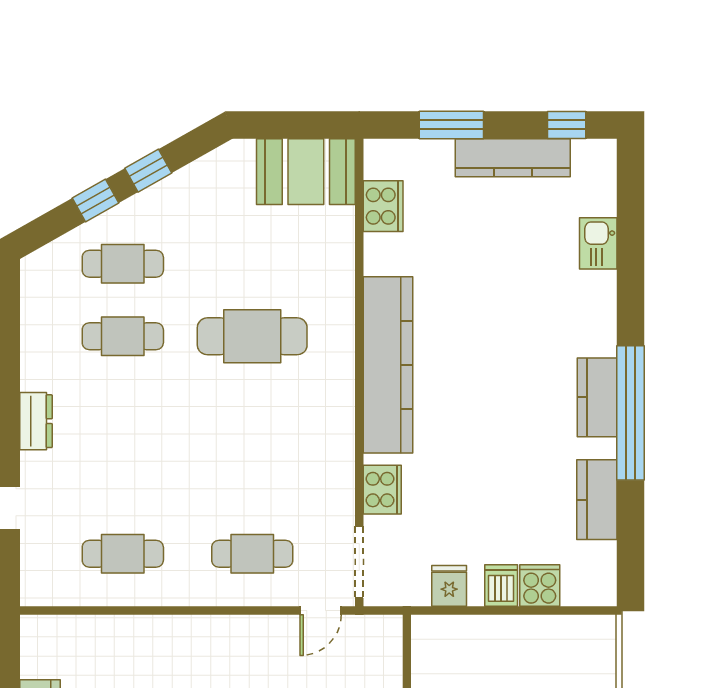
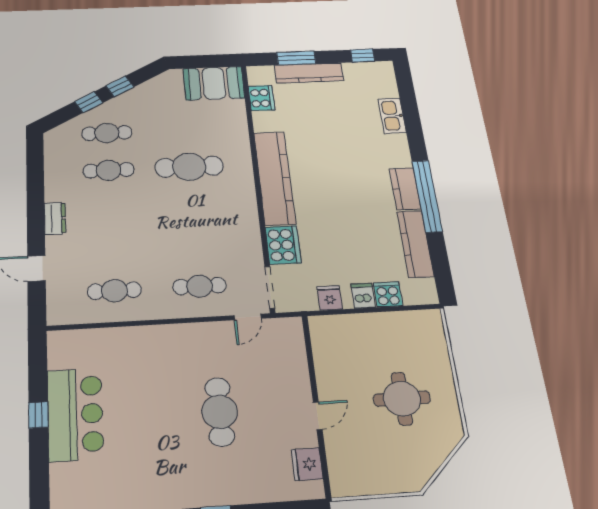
kitchen counter: (513, 158) -> (309, 73), moved
kitchen sink: (598, 243) -> (392, 116), width x1.38
cooker: (382, 490) -> (283, 245), width x1.37, depth x1.31
kitchen counter: (597, 500) -> (415, 244), width x1.50

